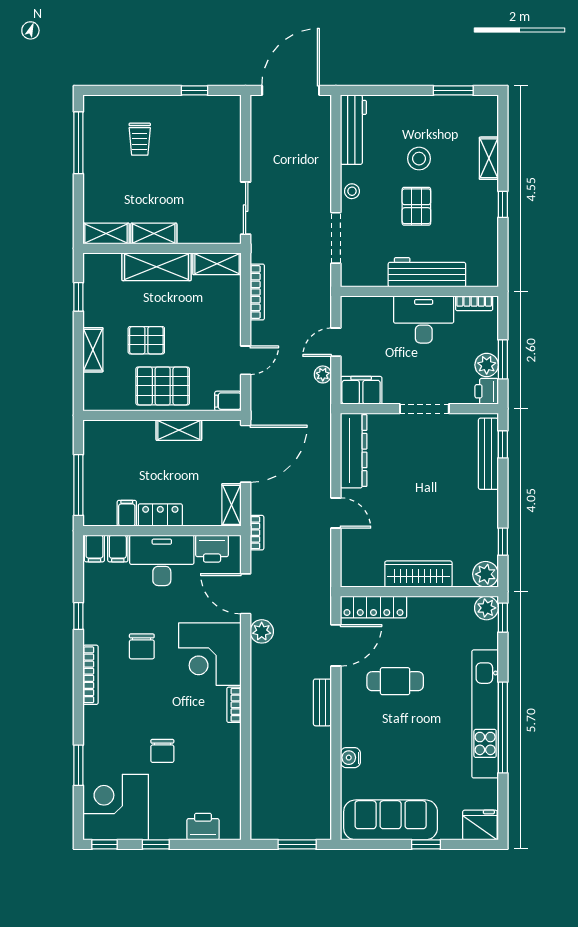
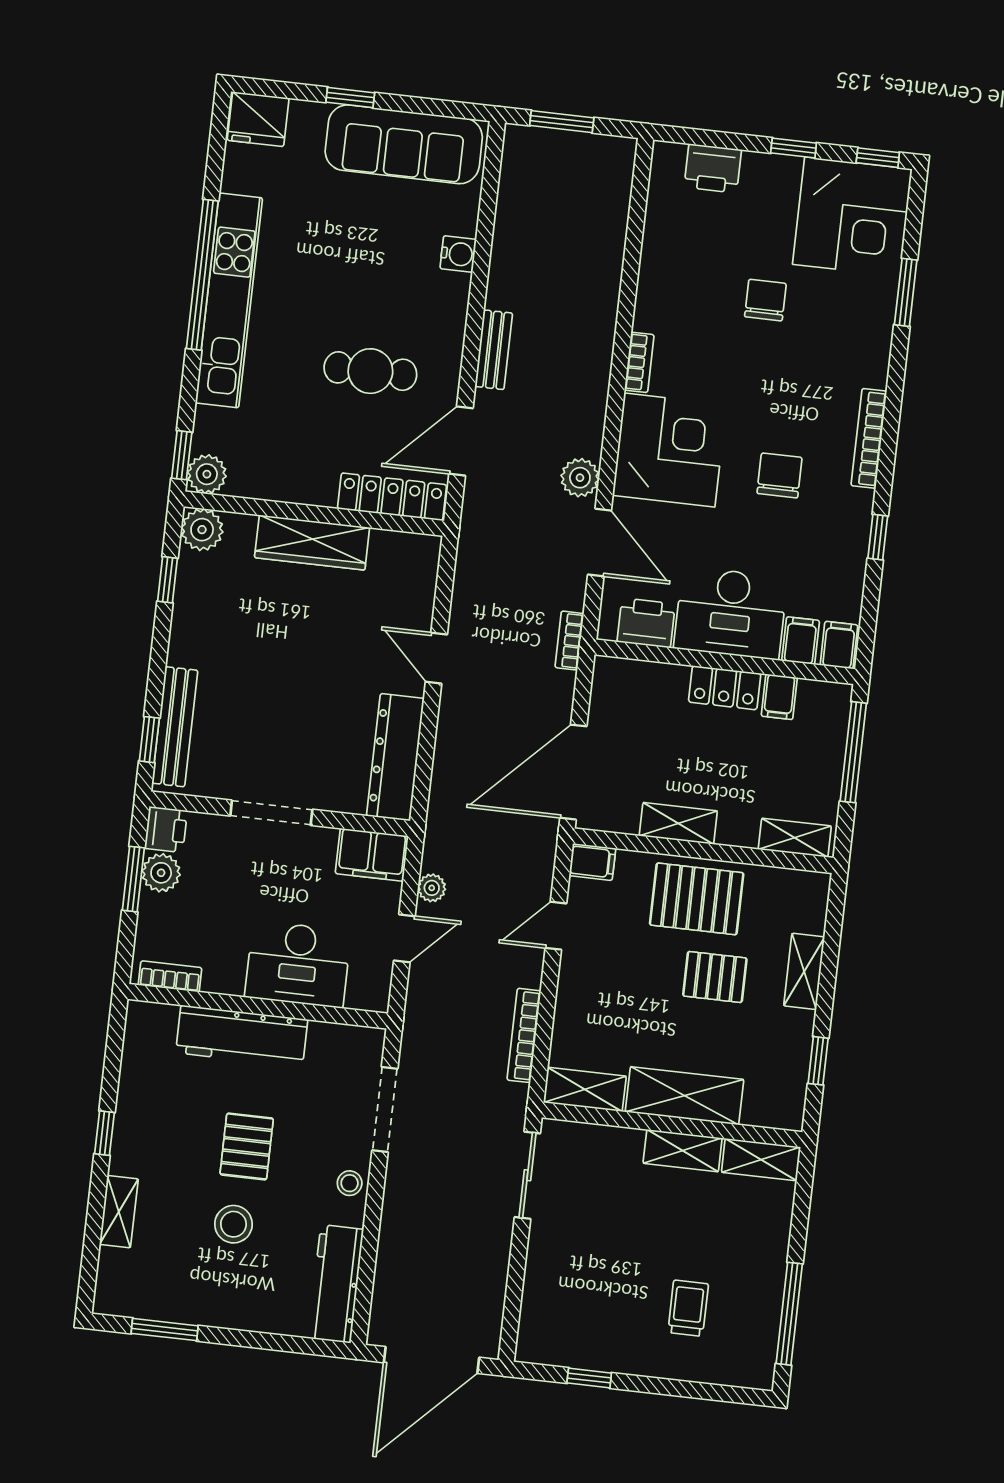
desk: (424, 319) -> (298, 964), moved
shelving: (231, 505) -> (795, 838), moved, turned 90

